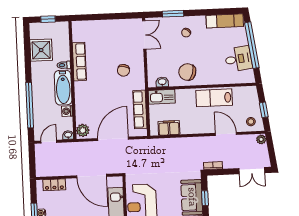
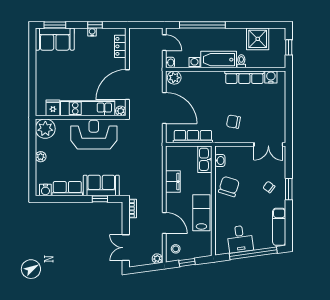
window: (173, 14) -> (289, 189), moved
water cooler: (78, 35) -> (271, 77), added
filing cabinet: (169, 128) -> (173, 182), moved
door: (226, 134) -> (164, 223), hinge flipped
plant: (118, 182) -> (121, 111), added

